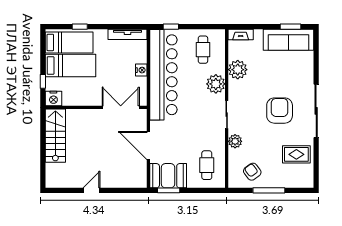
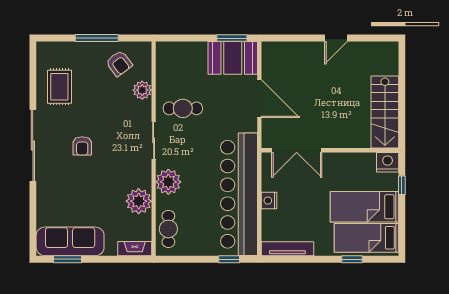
cafe table: (203, 50) -> (168, 229), moved
armchair: (280, 111) -> (82, 146), width x0.53, depth x0.53
plant: (235, 141) -> (142, 90), moved
rug: (296, 154) -> (59, 87), turned 90
cafe table: (207, 165) -> (183, 108), moved, turned 90

